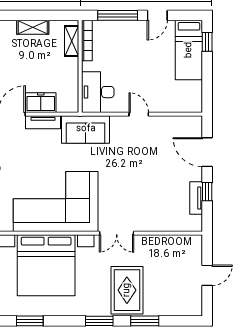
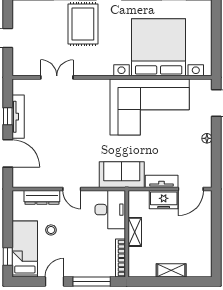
shelving: (72, 41) -> (135, 232), moved
stool: (161, 70) -> (51, 230), added
dresser: (171, 105) -> (42, 197), added
tv unit: (196, 198) -> (18, 117), width x1.41
double door: (117, 233) -> (57, 77), moved

